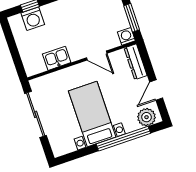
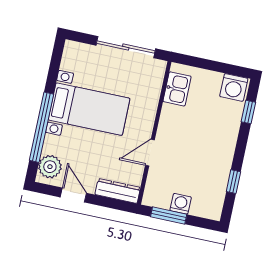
washing machine: (33, 19) -> (234, 87), moved, turned -90
washing machine: (126, 36) -> (181, 204), moved, turned -90
kitchen sink: (57, 58) -> (177, 89), moved

